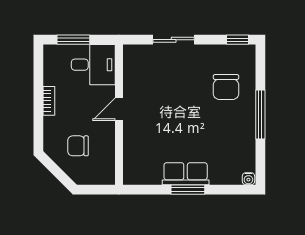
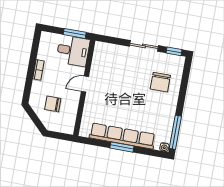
window: (73, 40) -> (75, 33), moved
sliding door: (174, 40) -> (144, 46), moved
window: (260, 114) -> (175, 132), moved
row of seats: (186, 174) -> (122, 136), width x2.02

